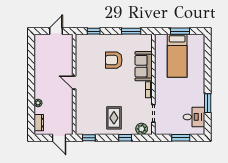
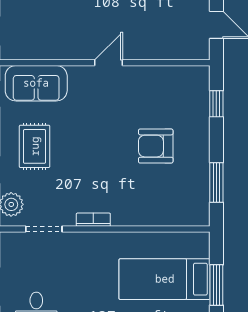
armchair: (114, 60) -> (156, 146), turned -90
sofa: (144, 66) -> (36, 83), moved, turned 180
rug: (114, 118) -> (35, 146), turned 90

